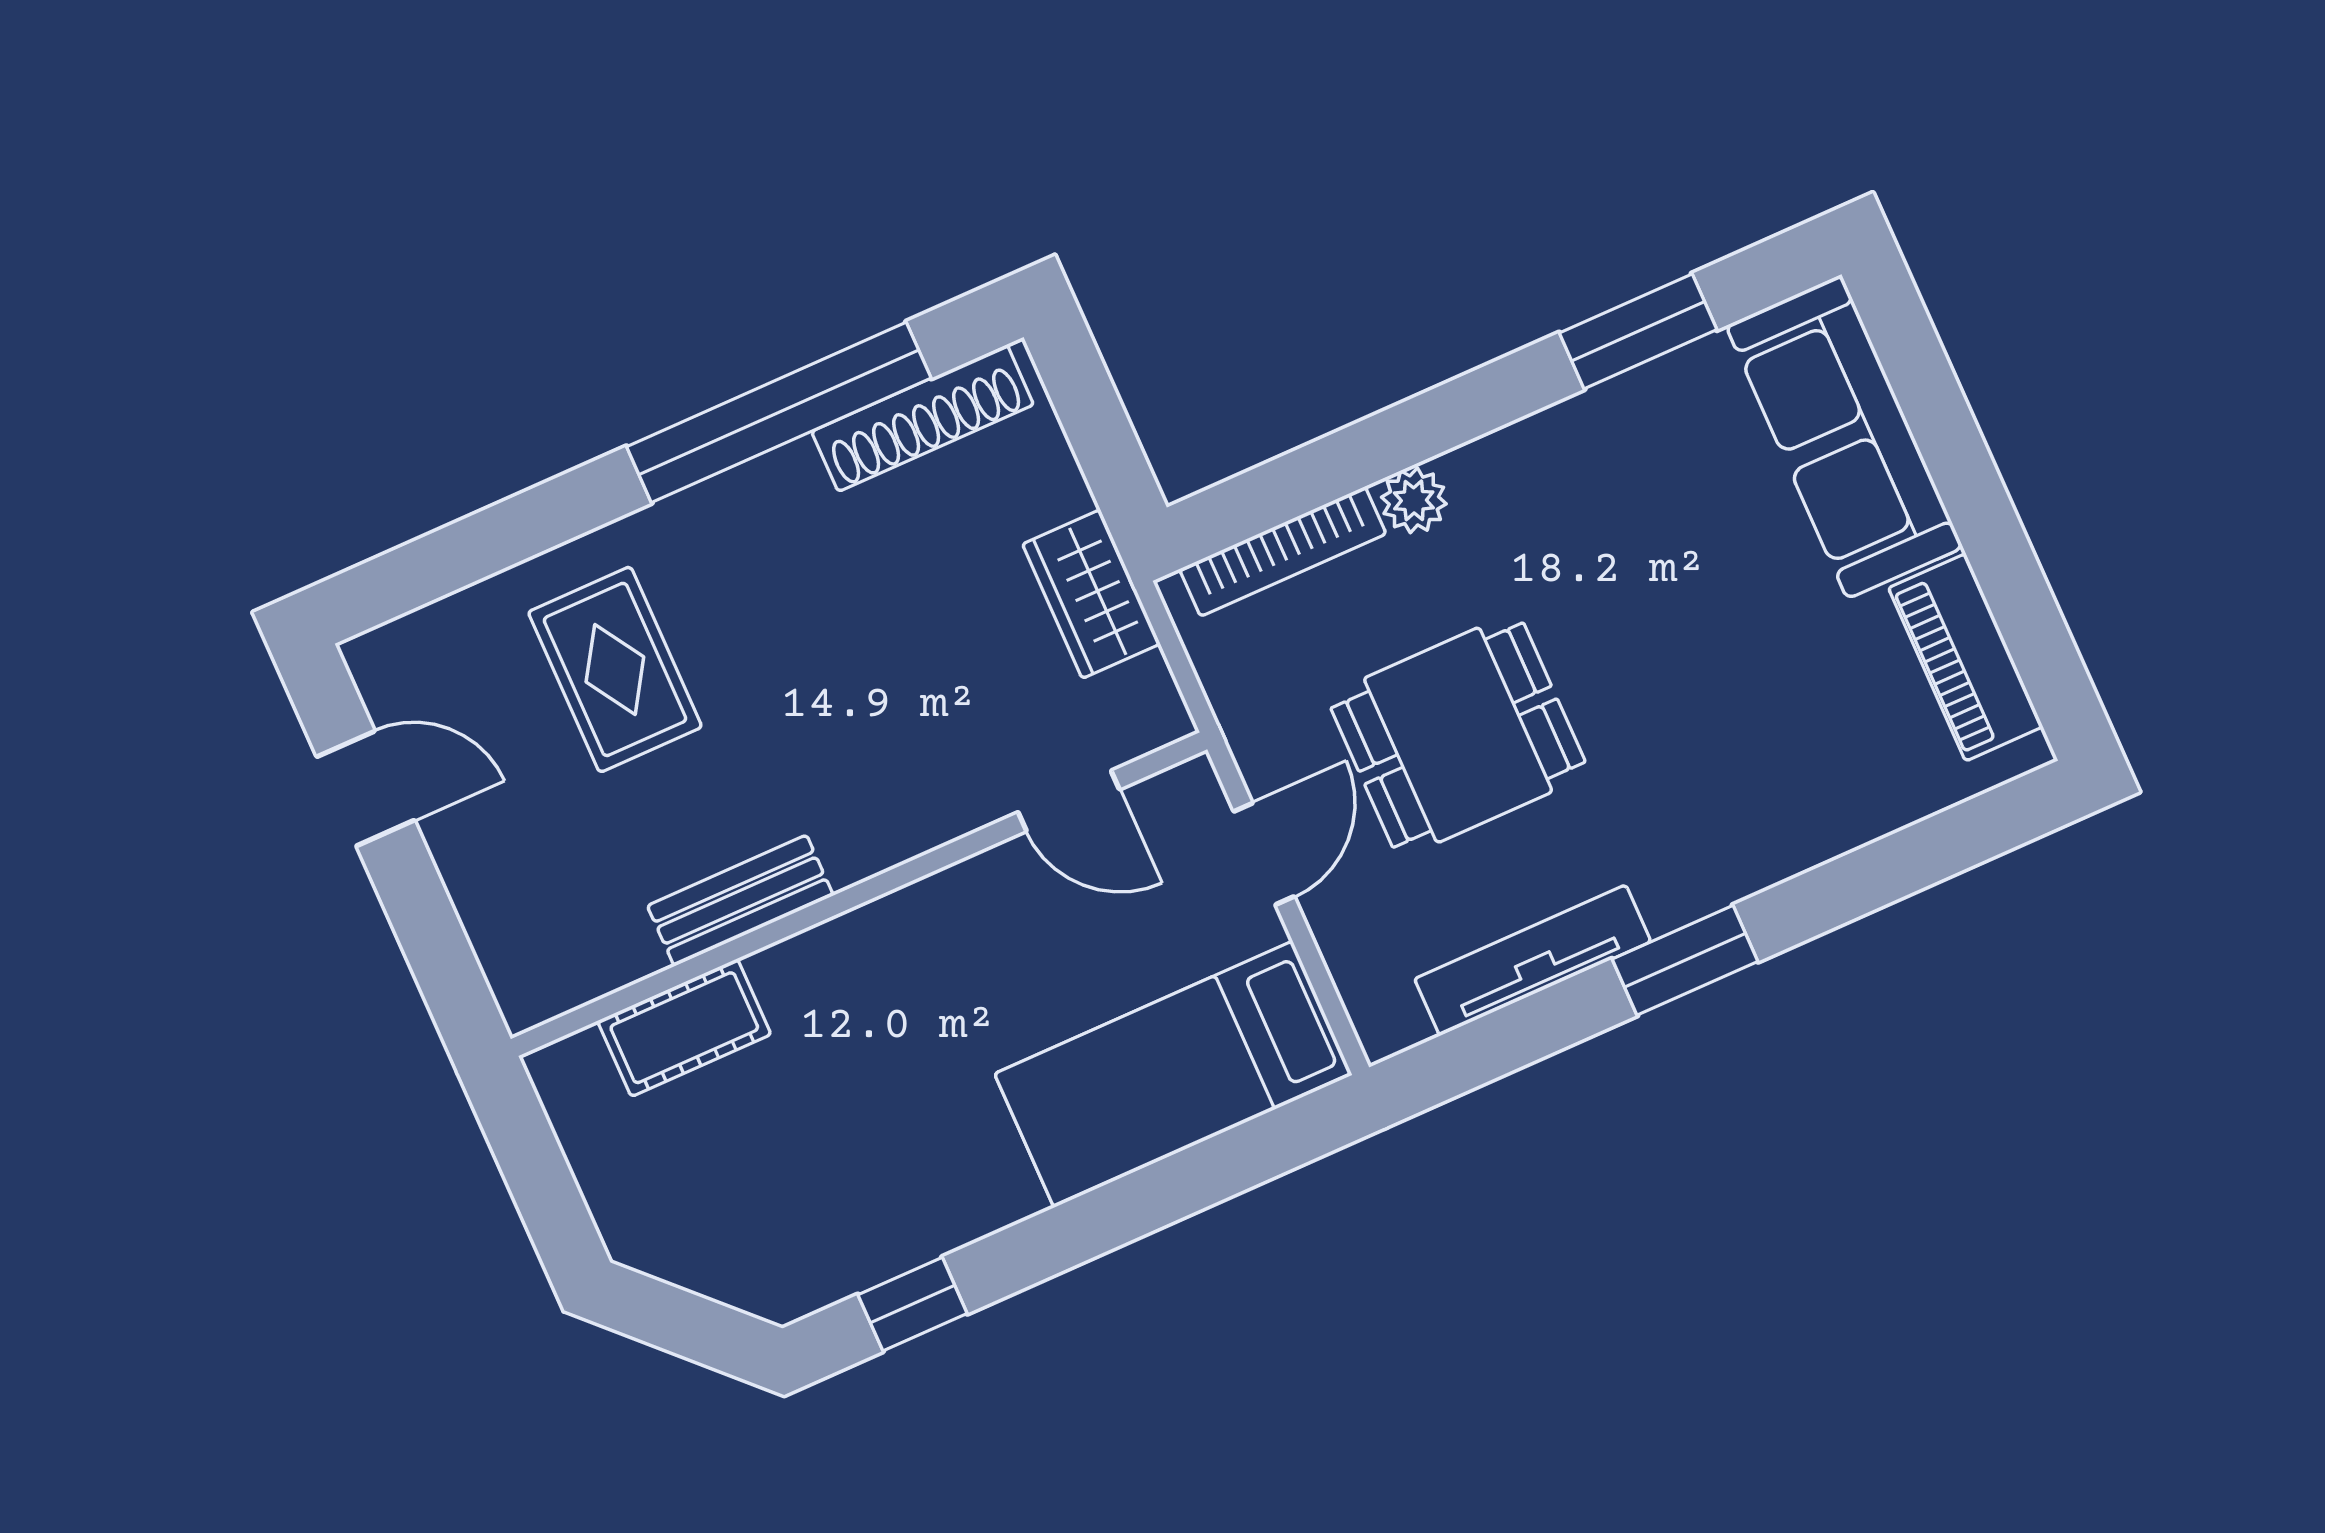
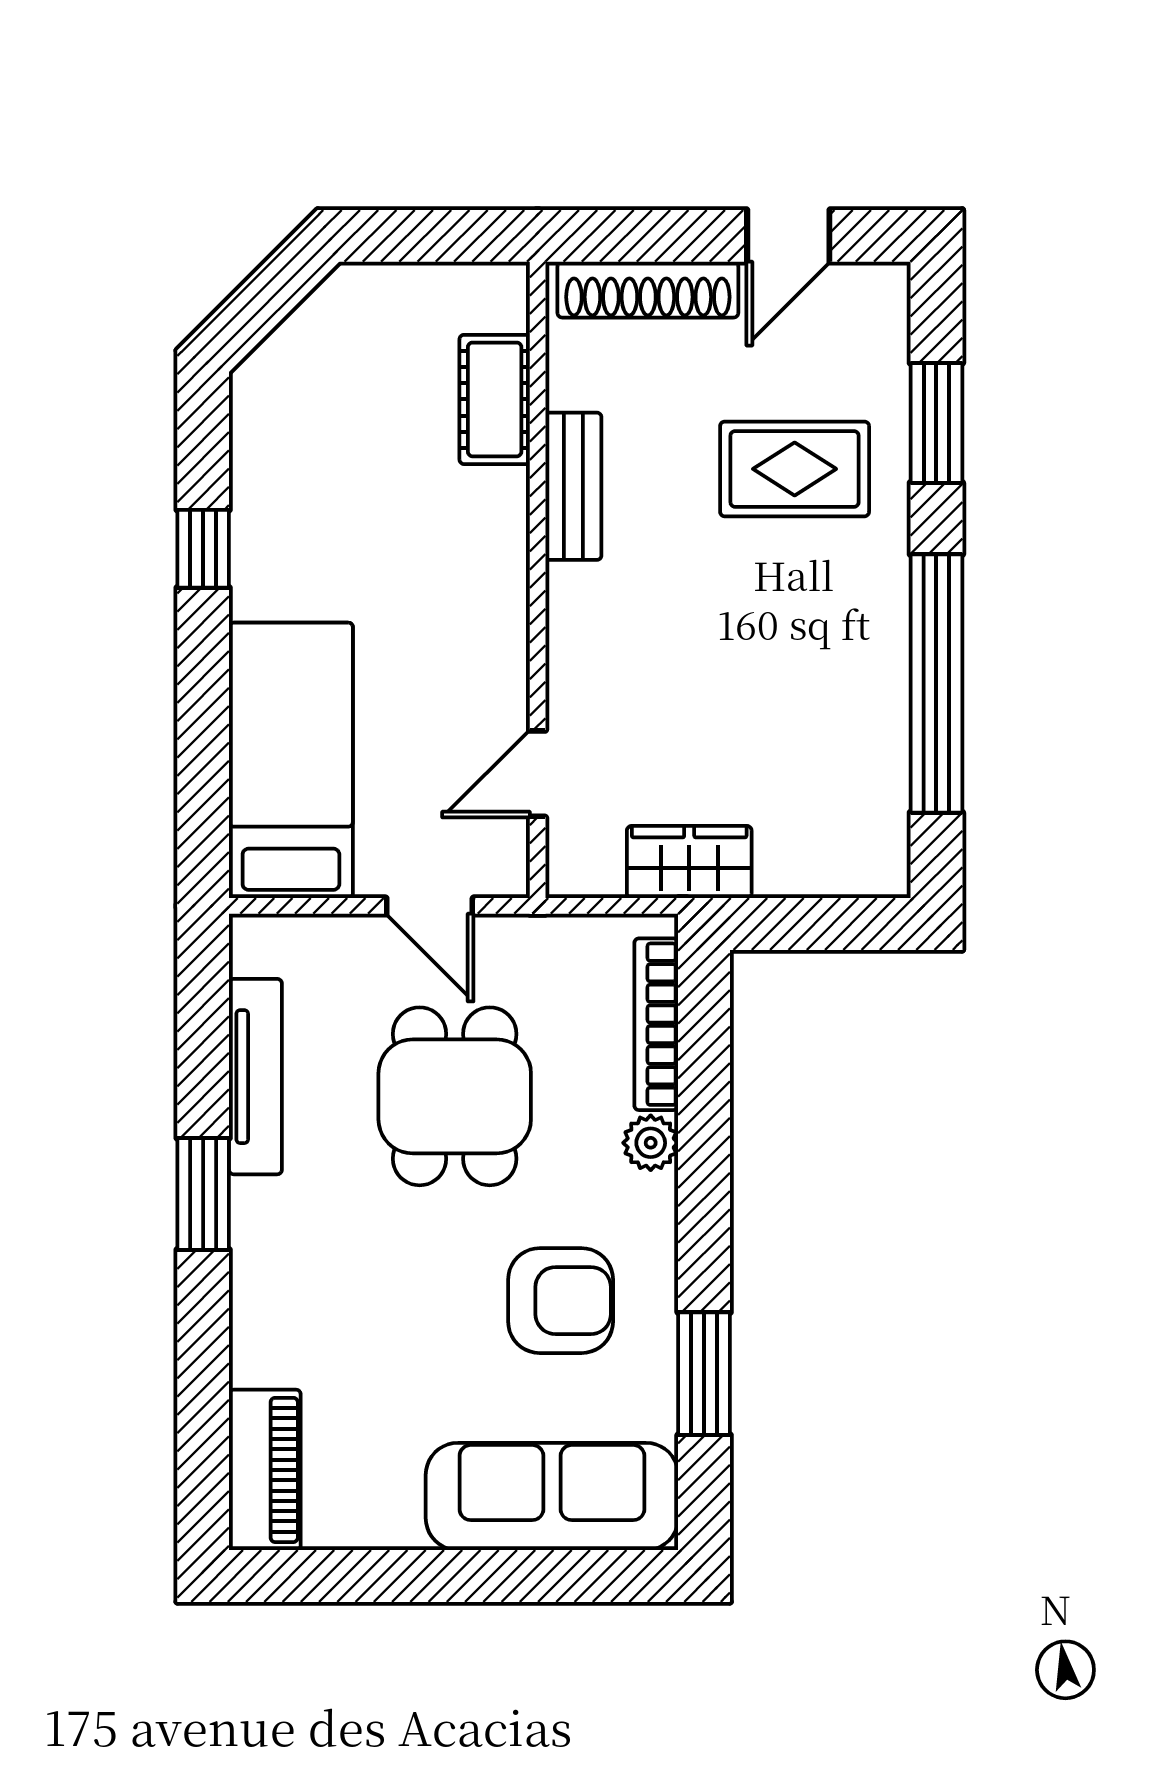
shoe rack: (923, 418) -> (648, 290), moved, turned -90
armchair: (1628, 522) -> (561, 1301), added
window: (497, 538) -> (936, 423), added
piano: (1966, 657) -> (265, 1470), moved, turned 90
window: (913, 1304) -> (203, 549), moved

